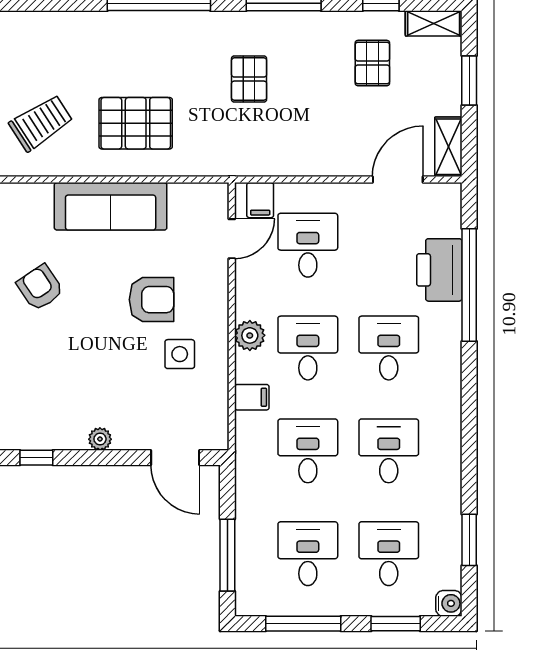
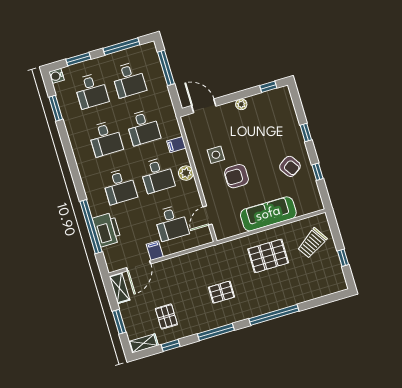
pallet: (249, 79) -> (222, 292), turned 90
filing cabinet: (260, 200) -> (155, 251), moved

